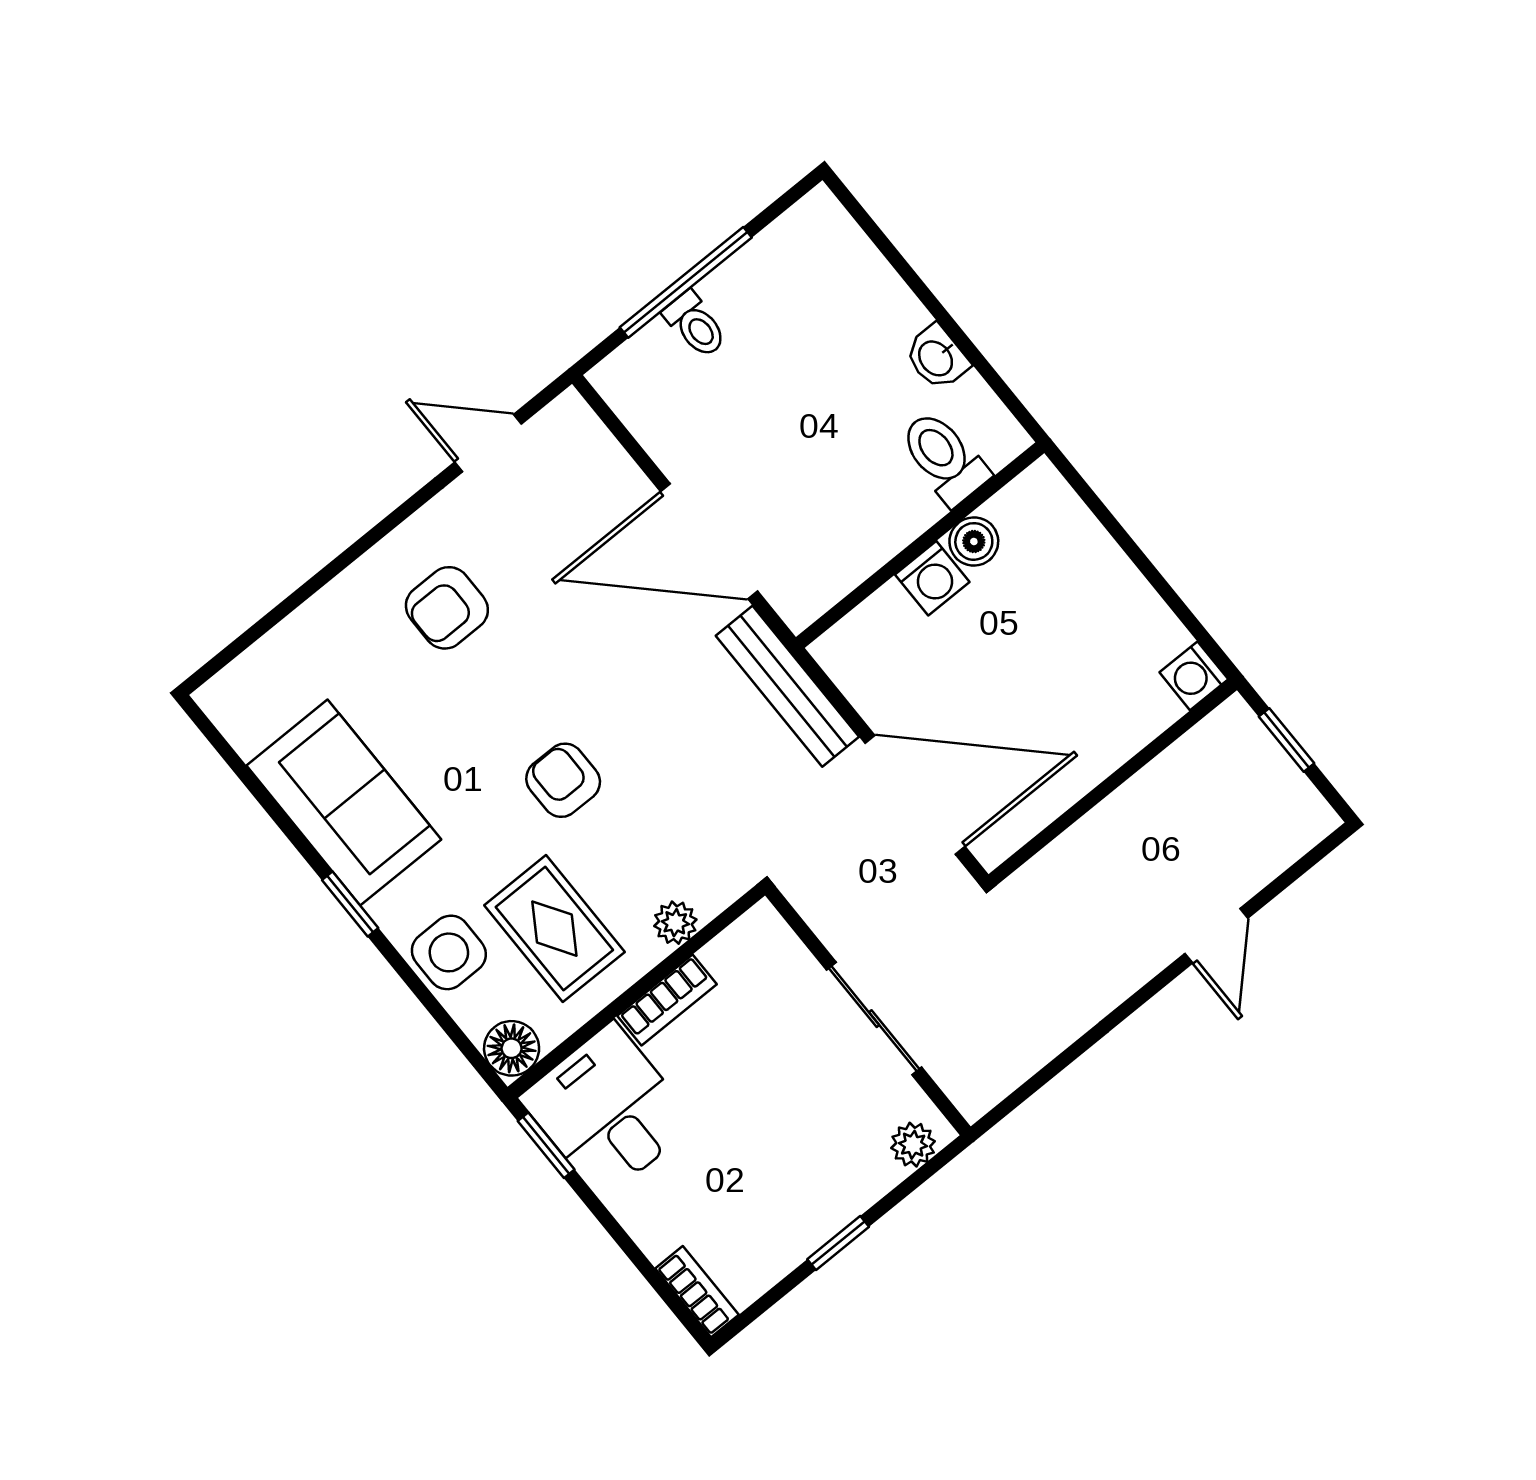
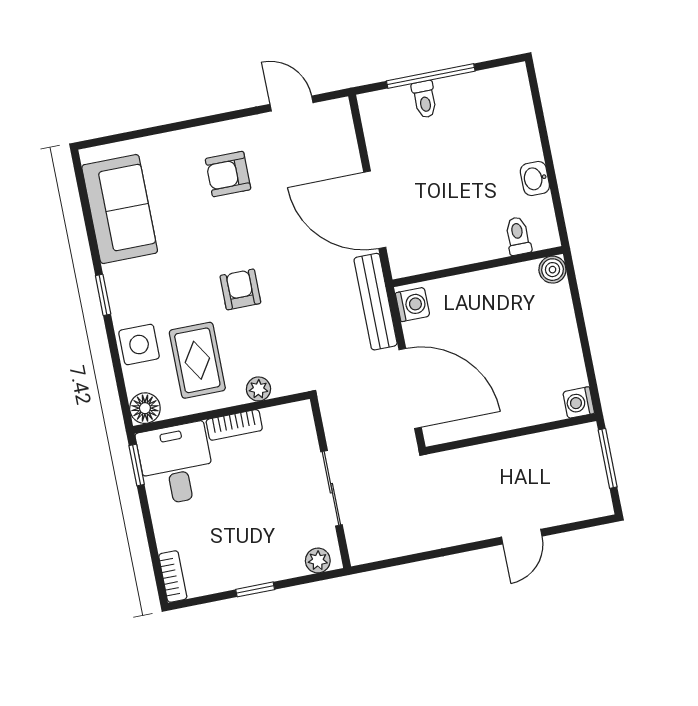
toilet: (944, 458) -> (518, 236), width x0.73, depth x0.72
boiler: (974, 541) -> (552, 270), moved
washing machine: (932, 578) -> (413, 304), moved, turned -90
window: (1286, 740) -> (608, 458), width x1.50
sofa: (344, 802) -> (120, 209), moved

